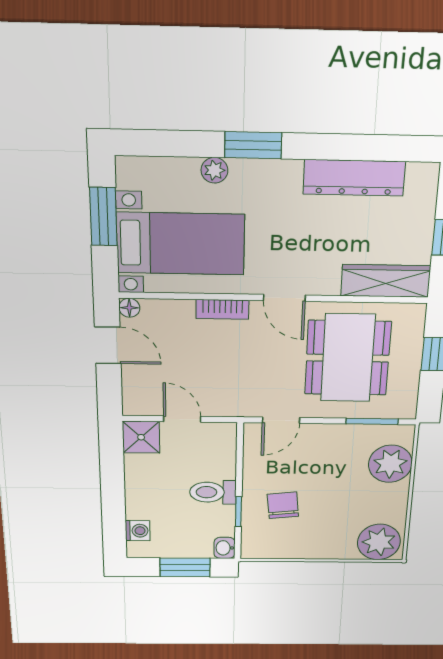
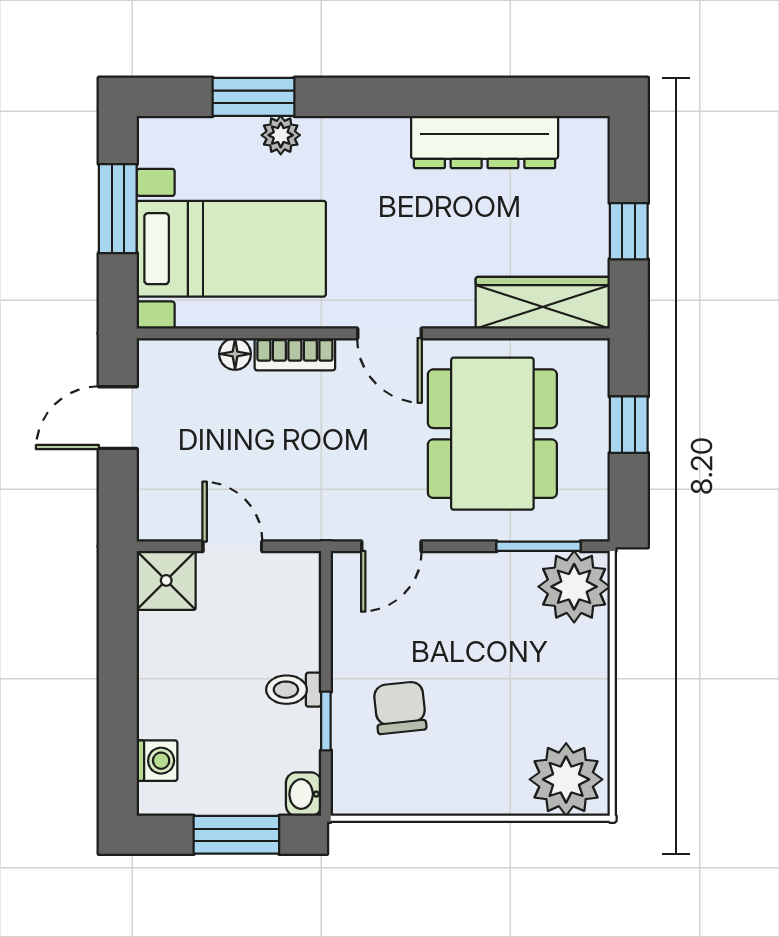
window: (253, 145) -> (254, 97), moved
floor lamp: (129, 308) -> (235, 354), moved
door: (108, 345) -> (118, 418), swing flipped
plant: (390, 464) -> (574, 587), moved
toilet: (213, 492) -> (294, 690), width x0.73, depth x0.72

